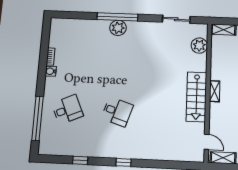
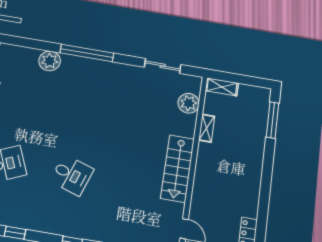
plant: (118, 28) -> (50, 61), moved
shelving: (215, 91) -> (207, 128), moved

